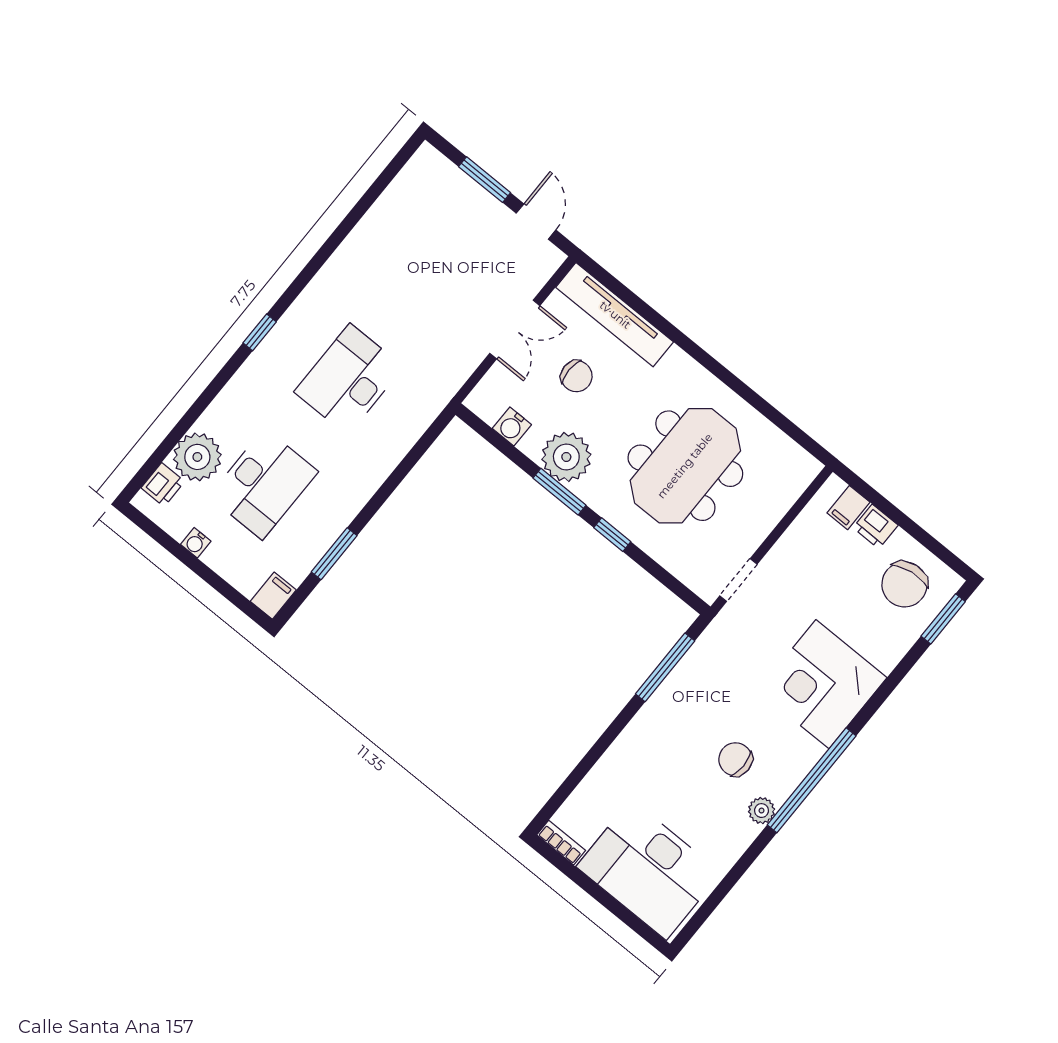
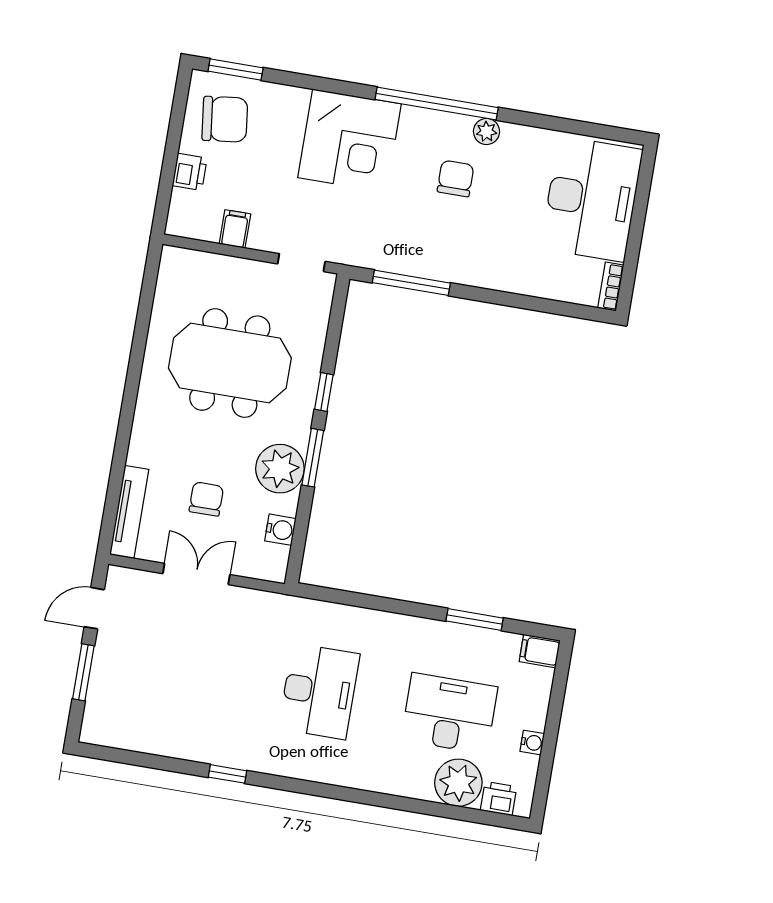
tv unit: (615, 315) -> (129, 512), width x0.73, depth x0.78
window: (260, 332) -> (227, 774), moved
desk: (349, 379) -> (319, 691), turned -90
filing cabinet: (848, 508) -> (235, 229), moved, turned -90
chair: (735, 759) -> (456, 178), turned 180

